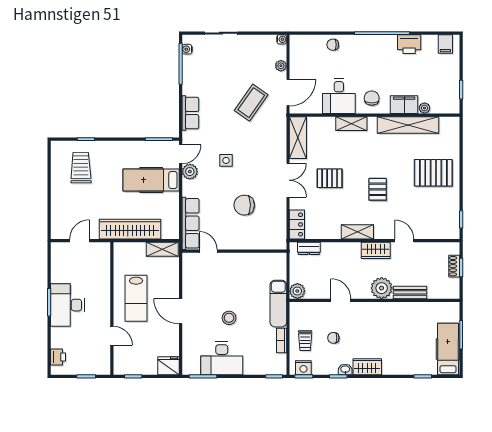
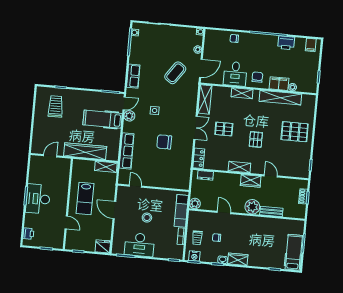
door: (208, 251) -> (135, 186), moved
wall: (234, 251) -> (153, 188), moved

